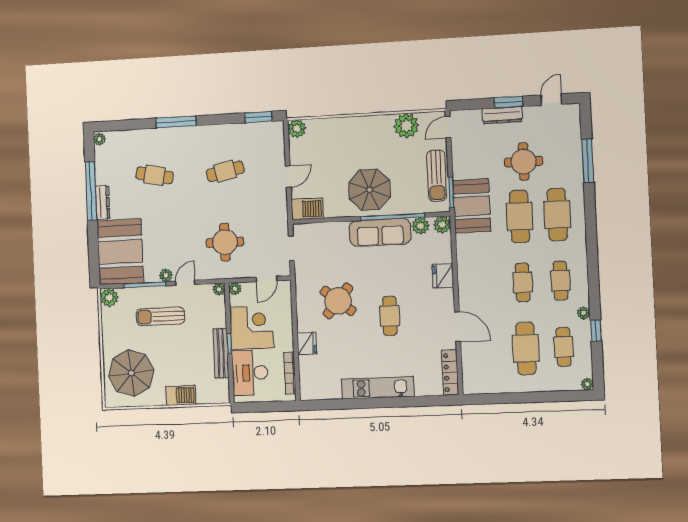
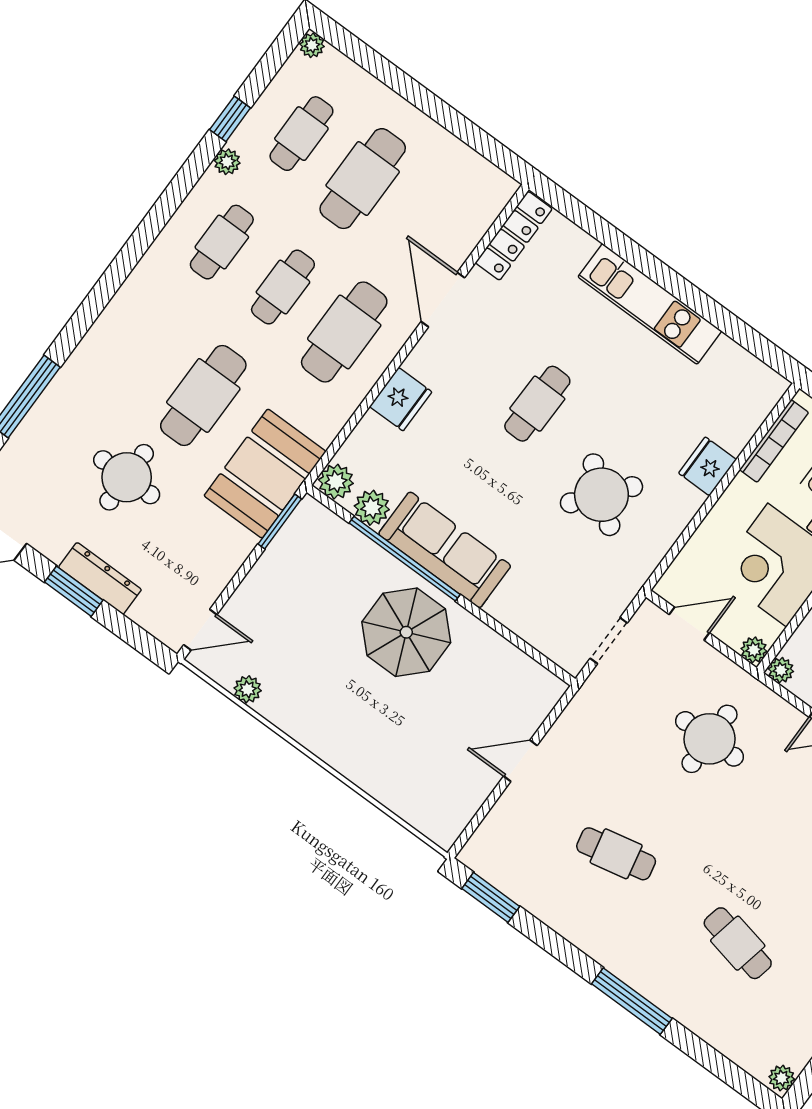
plant: (406, 126) -> (248, 689), width x0.53, depth x0.53
plant: (297, 129) -> (443, 827), removed
sun lounger: (437, 176) -> (281, 567), removed
barbecue: (307, 209) -> (531, 684), removed
cafe table: (557, 215) -> (344, 332), moved

